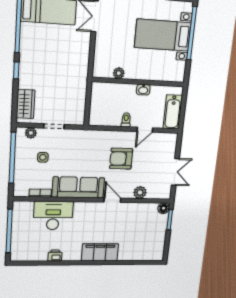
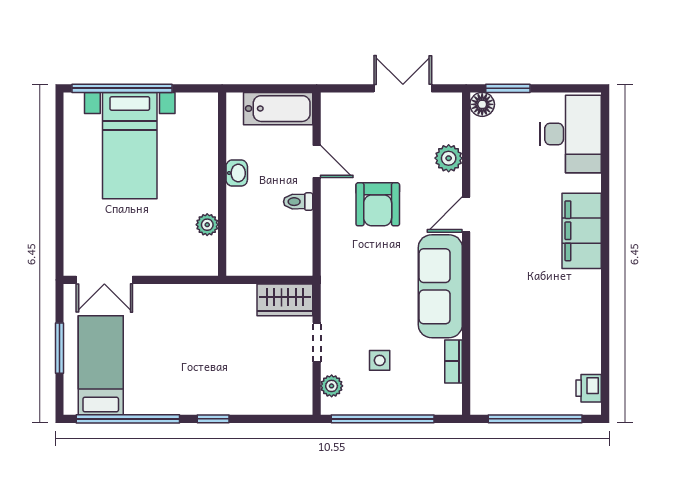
wardrobe: (25, 104) -> (285, 300), moved, turned 180
desk: (53, 215) -> (571, 134), moved, turned 180
printer: (55, 256) -> (589, 388), moved

